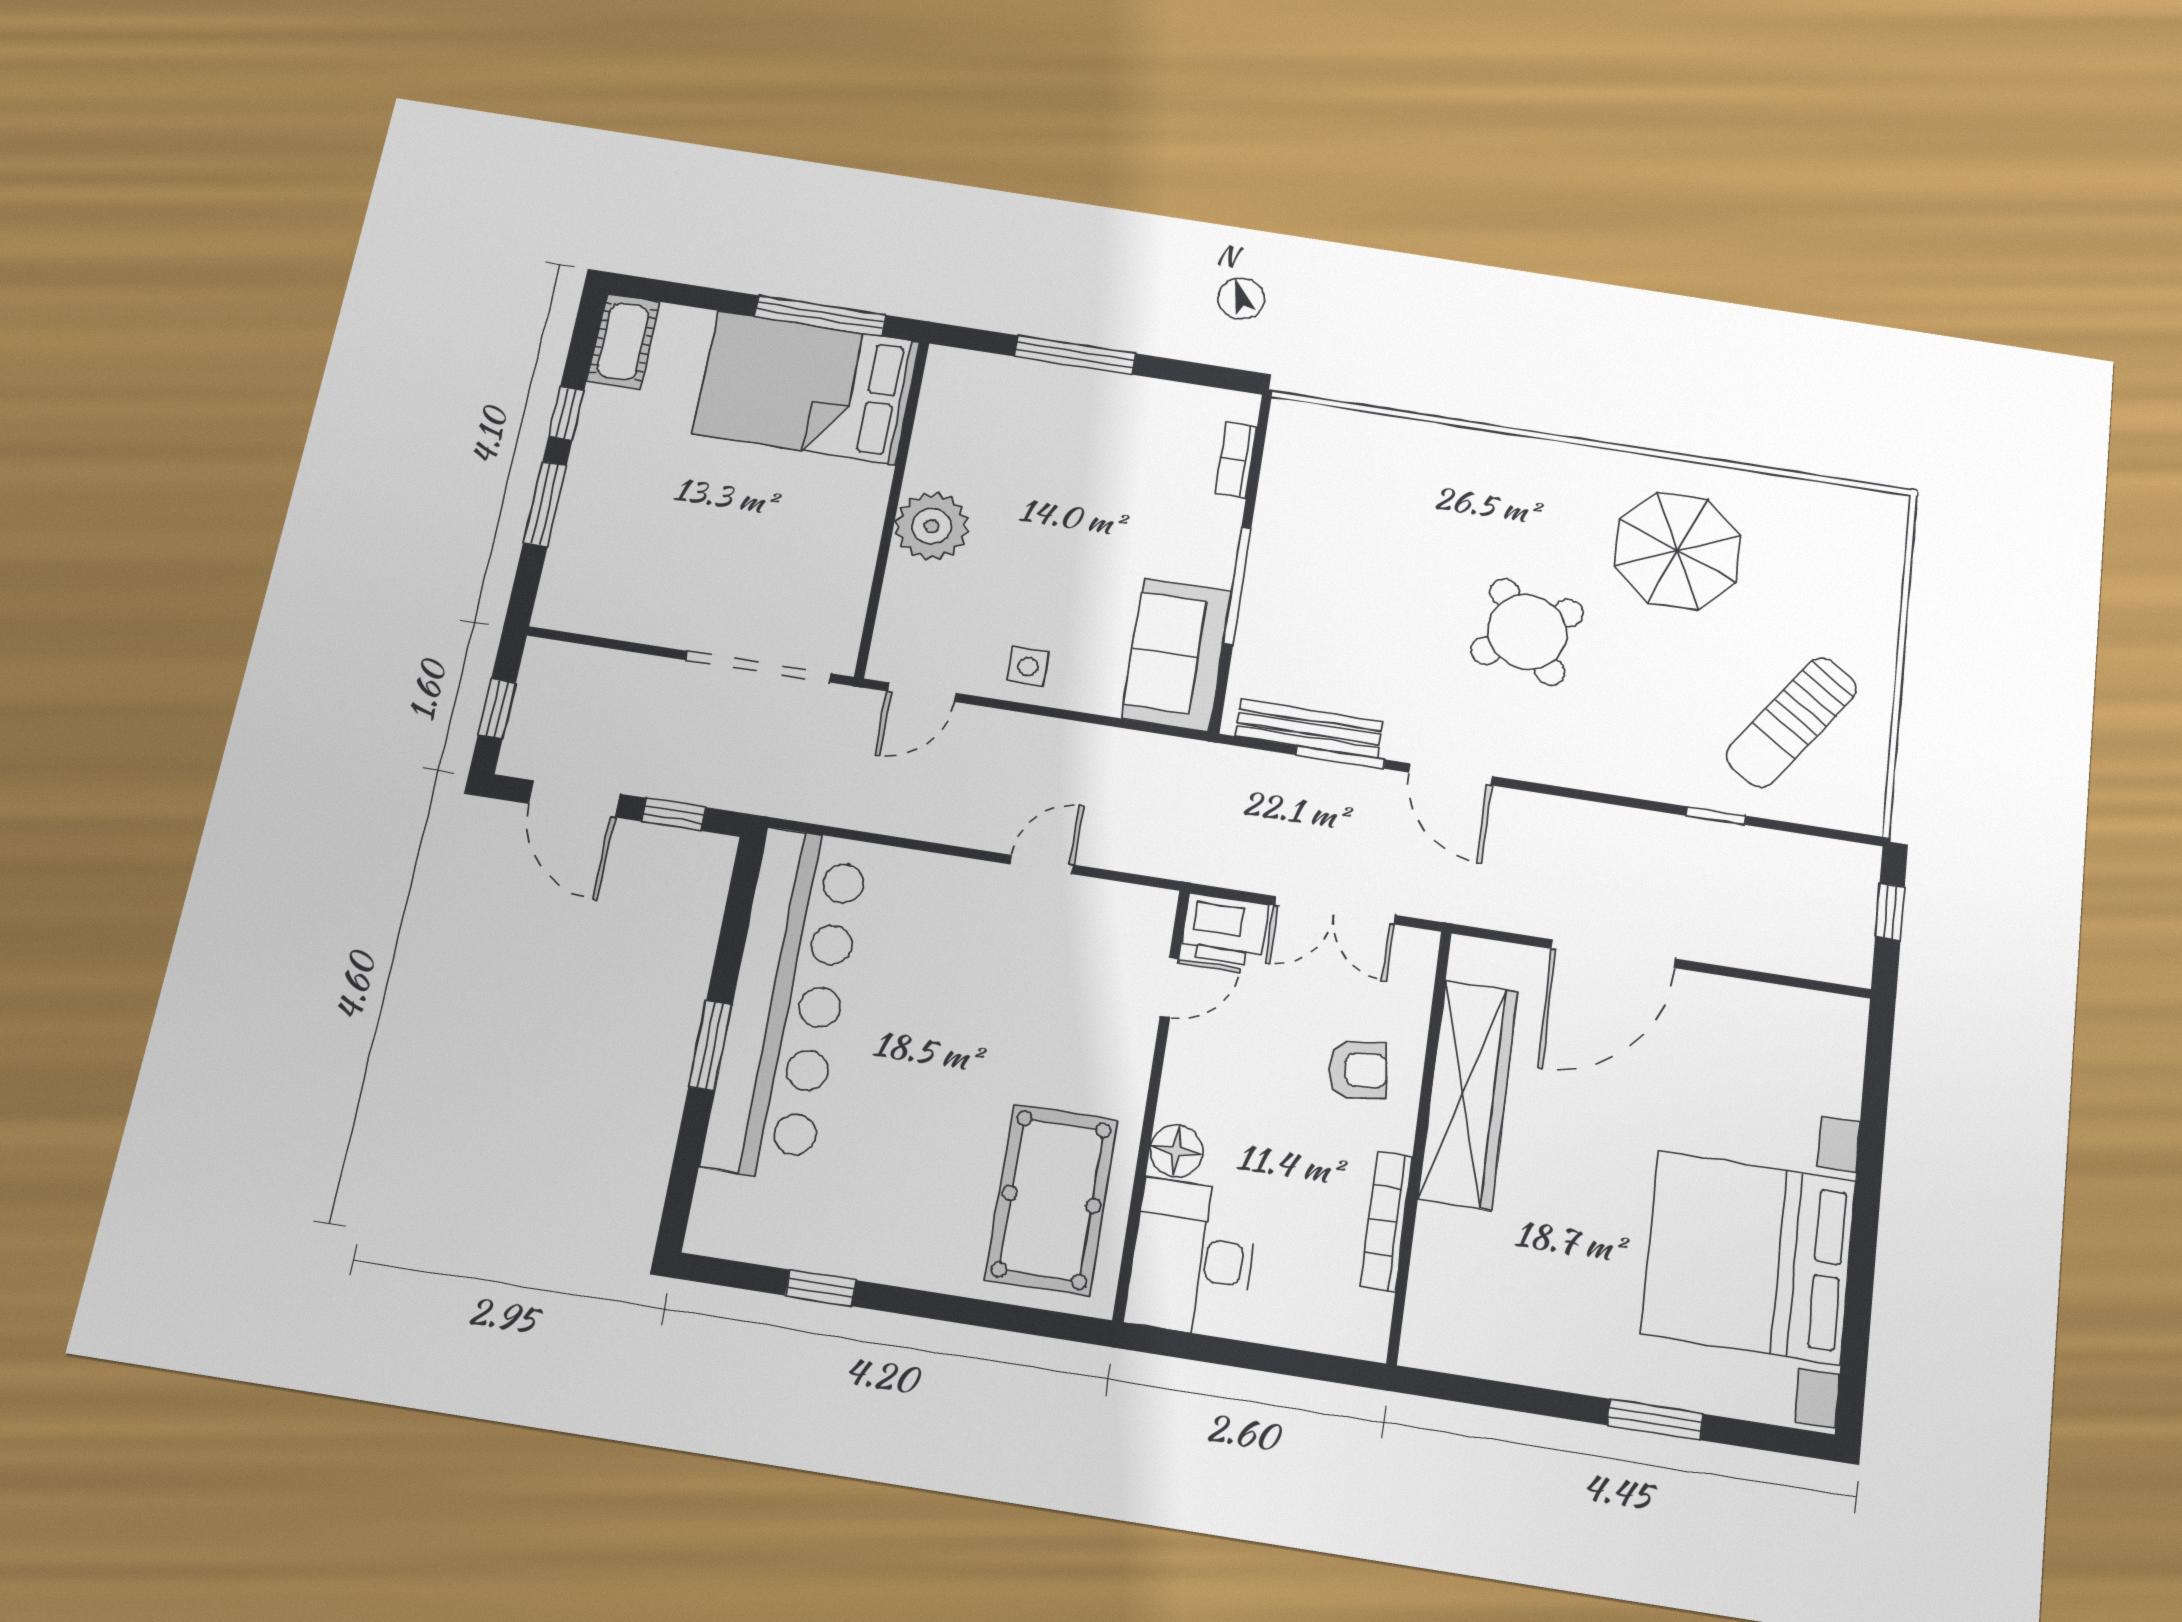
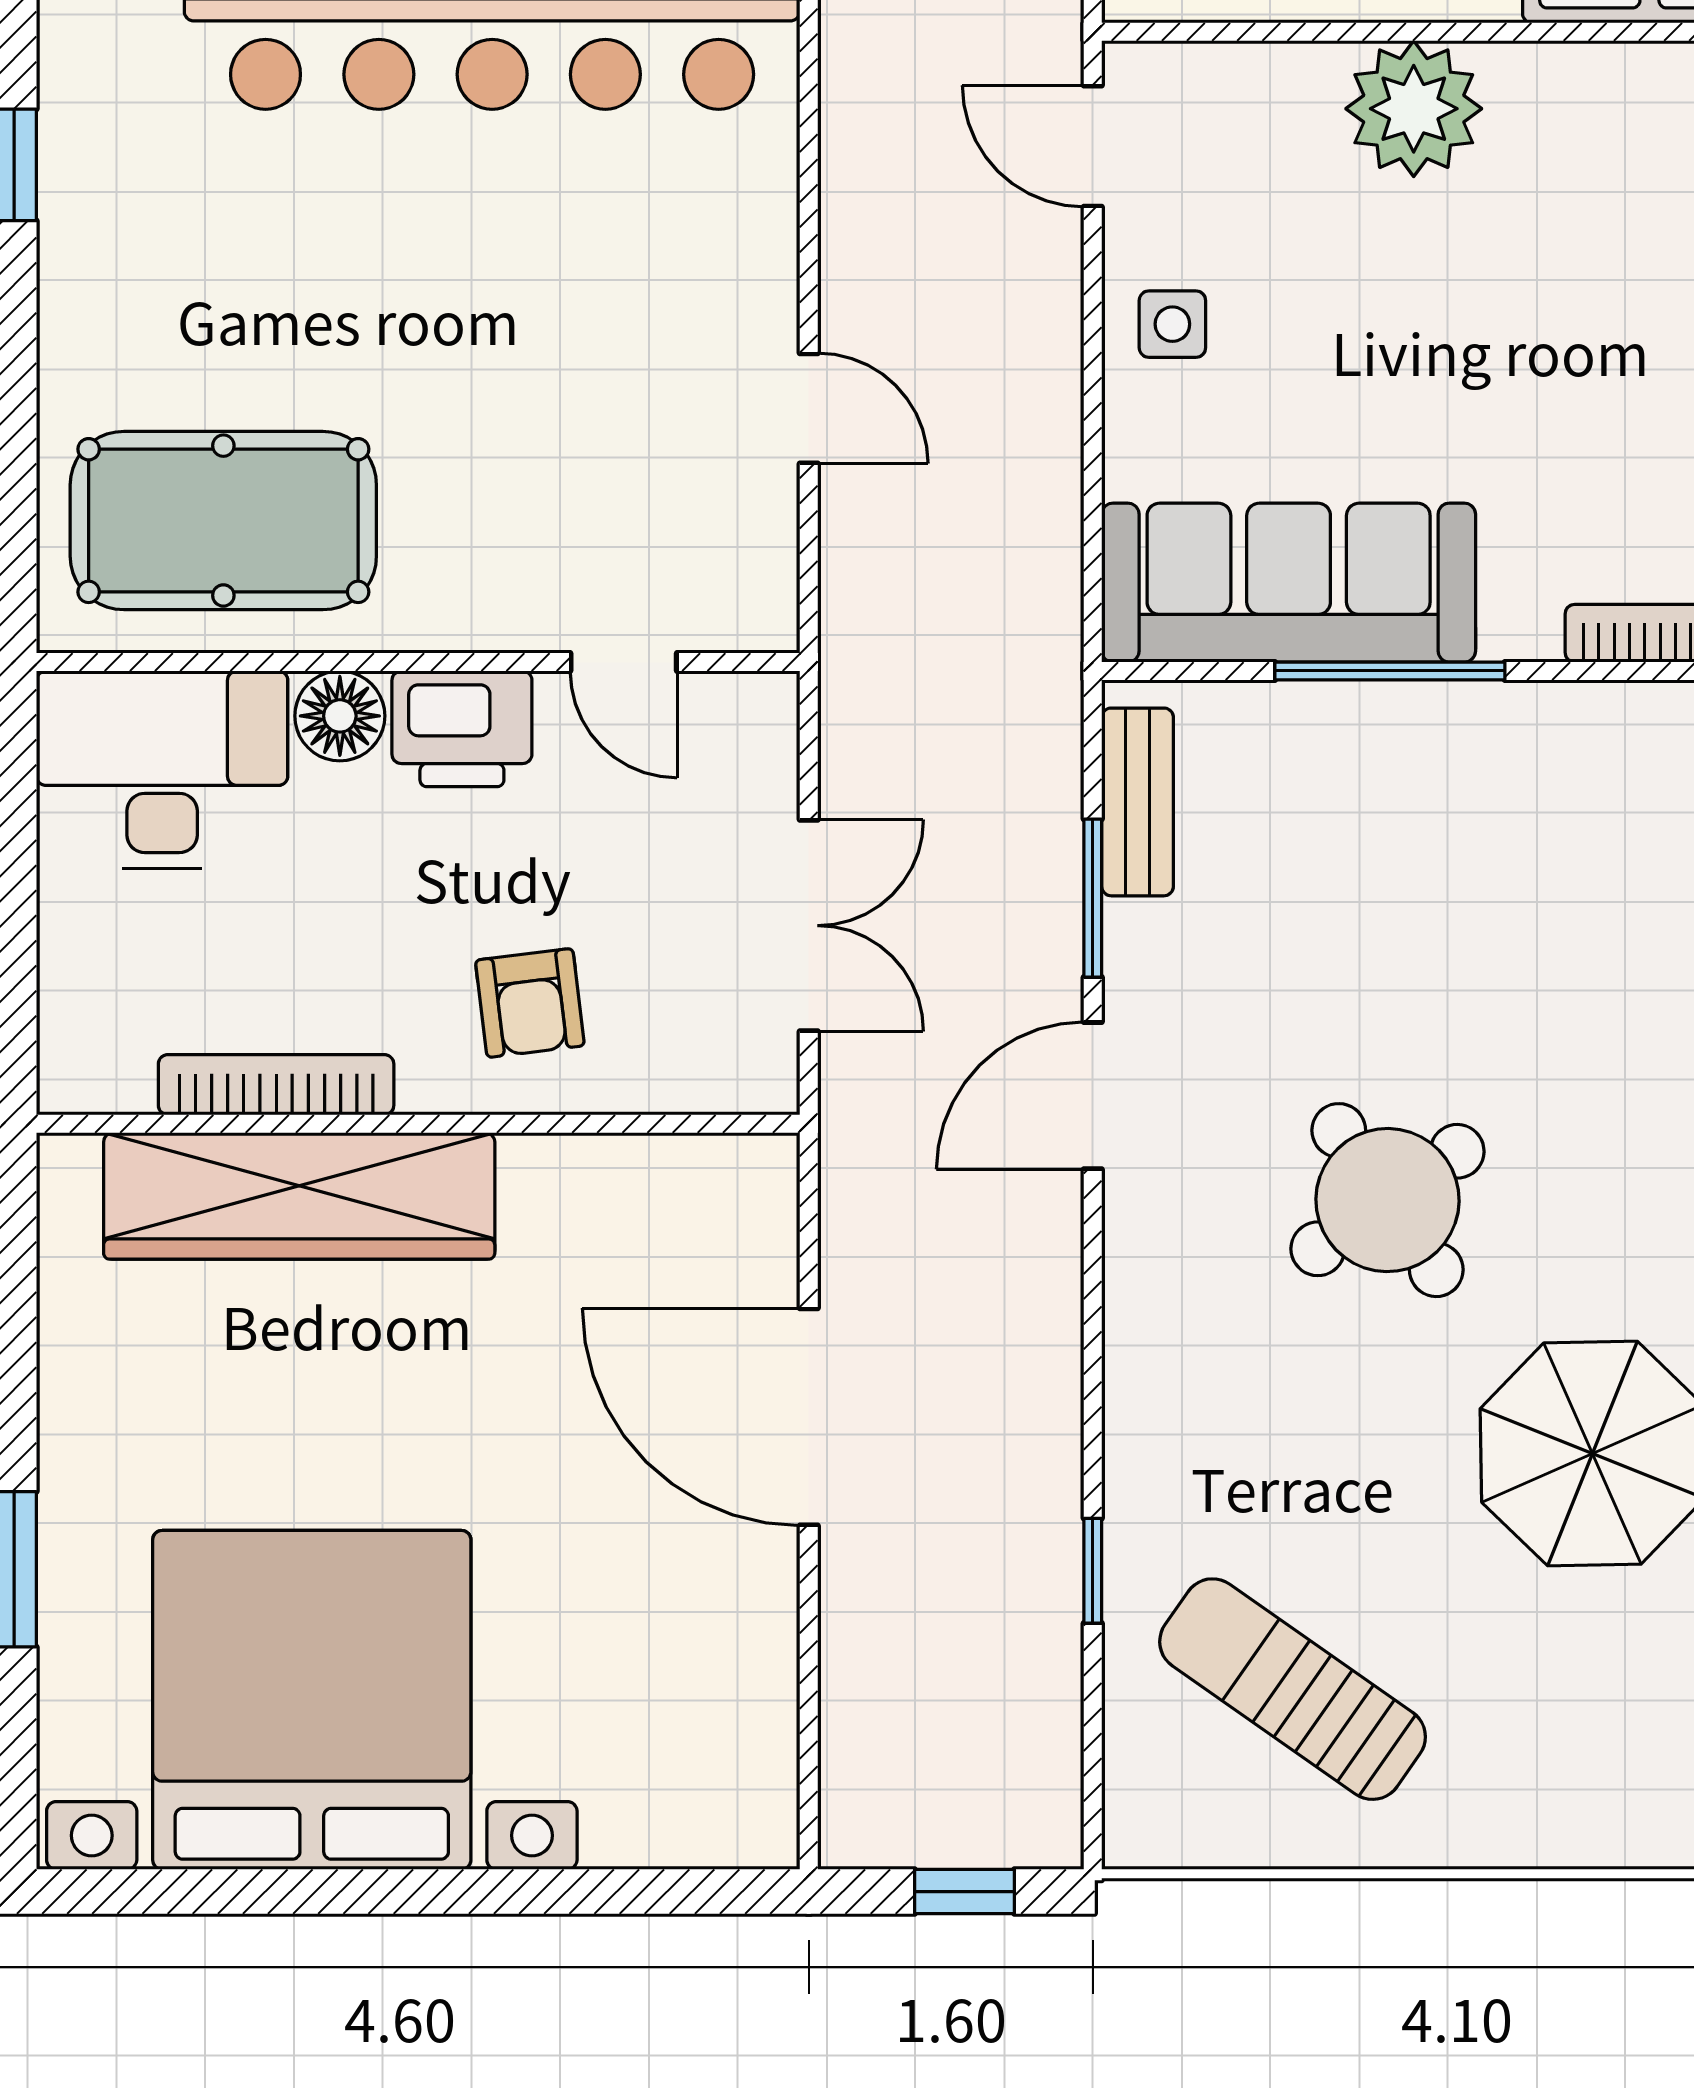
sofa: (1177, 655) -> (1289, 583), width x1.36
bench: (1309, 729) -> (1138, 802), width x0.73
double door: (1335, 910) -> (809, 926), swing flipped
printer: (1225, 930) -> (462, 729), moved, turned -90
wardrobe: (1468, 1094) -> (299, 1196), moved

